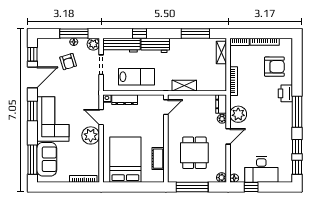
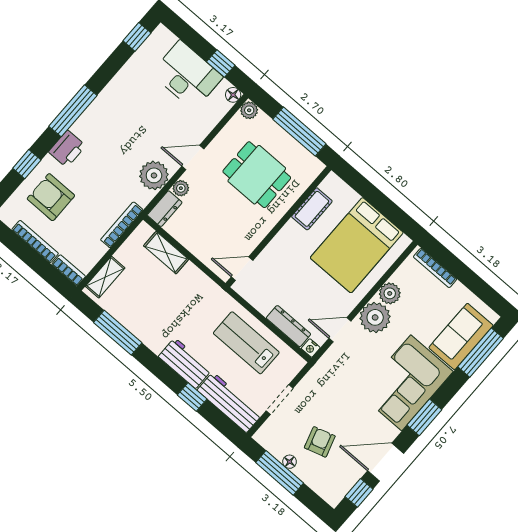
plant: (93, 44) -> (390, 293), moved
shelving: (184, 86) -> (166, 253), moved
door: (101, 117) -> (340, 330), swing flipped
window: (297, 147) -> (27, 164), moved
dining table: (194, 153) -> (257, 175), turned 90

